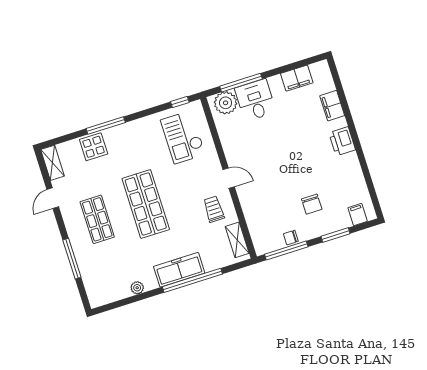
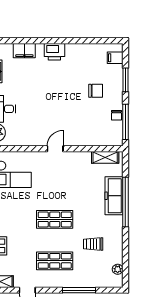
shop shelf: (146, 204) -> (55, 219), width x0.70, depth x0.74
trolley: (214, 209) -> (93, 244), moved
freezer: (179, 270) -> (114, 196), moved
plant: (137, 288) -> (118, 269), moved

